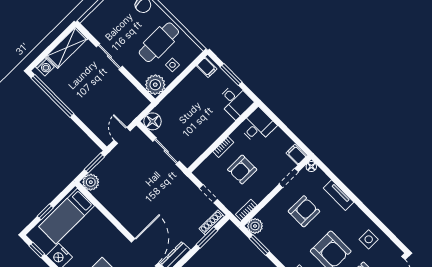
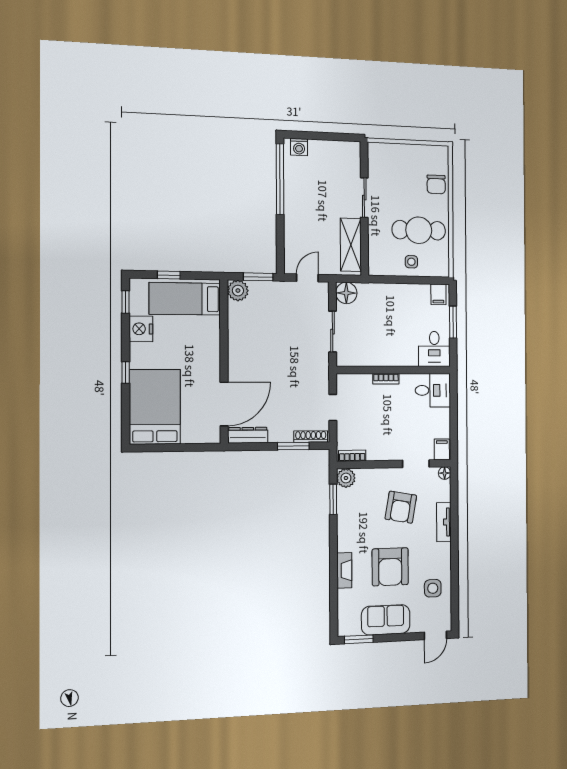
shelving: (67, 48) -> (351, 245), moved, turned 90
plant: (155, 85) -> (380, 263), removed
armchair: (242, 170) -> (383, 416), removed
armchair: (304, 211) -> (401, 507), turned 100

